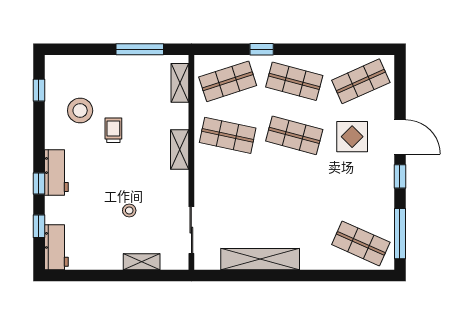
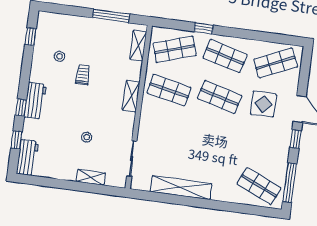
stool: (80, 111) -> (60, 56), width x0.53, depth x0.53

